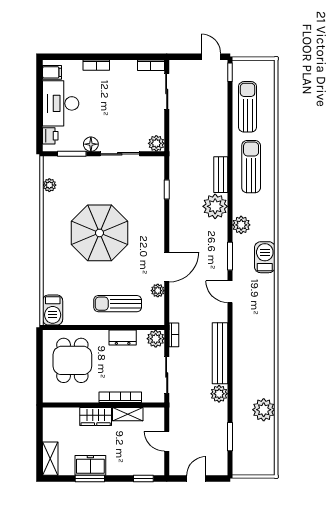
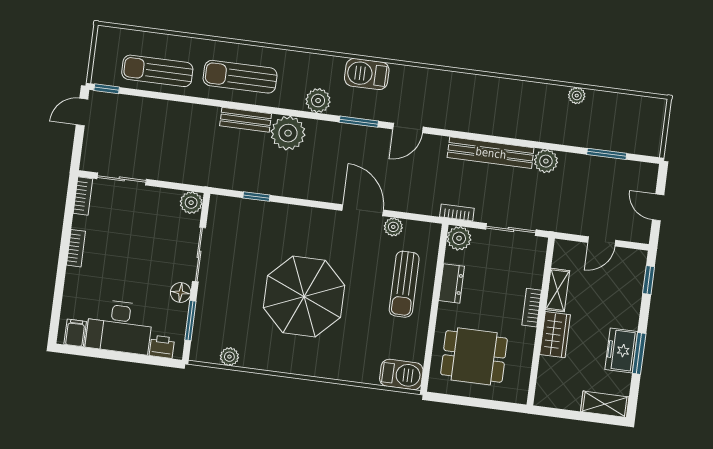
bookcase: (96, 65) -> (76, 248), moved
bookcase: (120, 397) -> (532, 308), width x0.64
plant: (264, 410) -> (577, 96), width x0.53, depth x0.53

